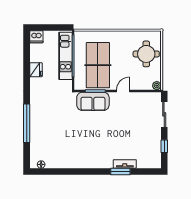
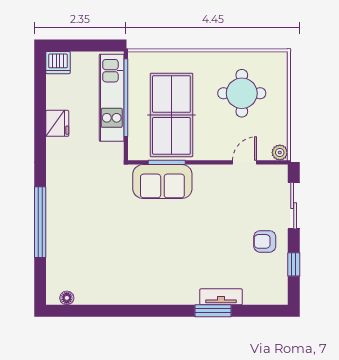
round table: (146, 54) -> (242, 93), moved
door: (123, 91) -> (245, 162), moved
armchair: (149, 134) -> (265, 241), added

